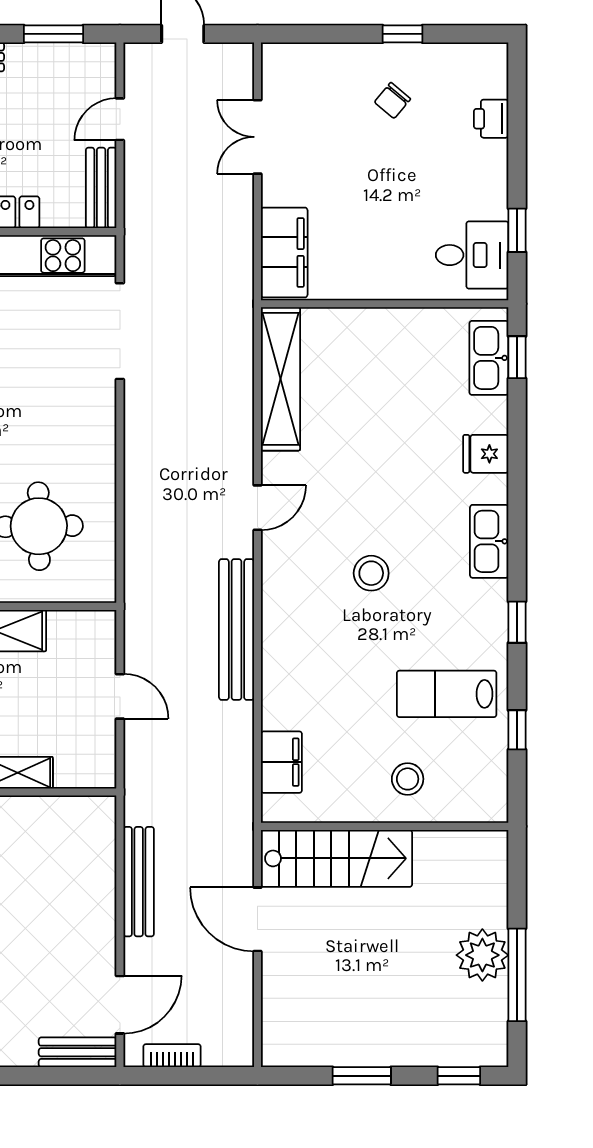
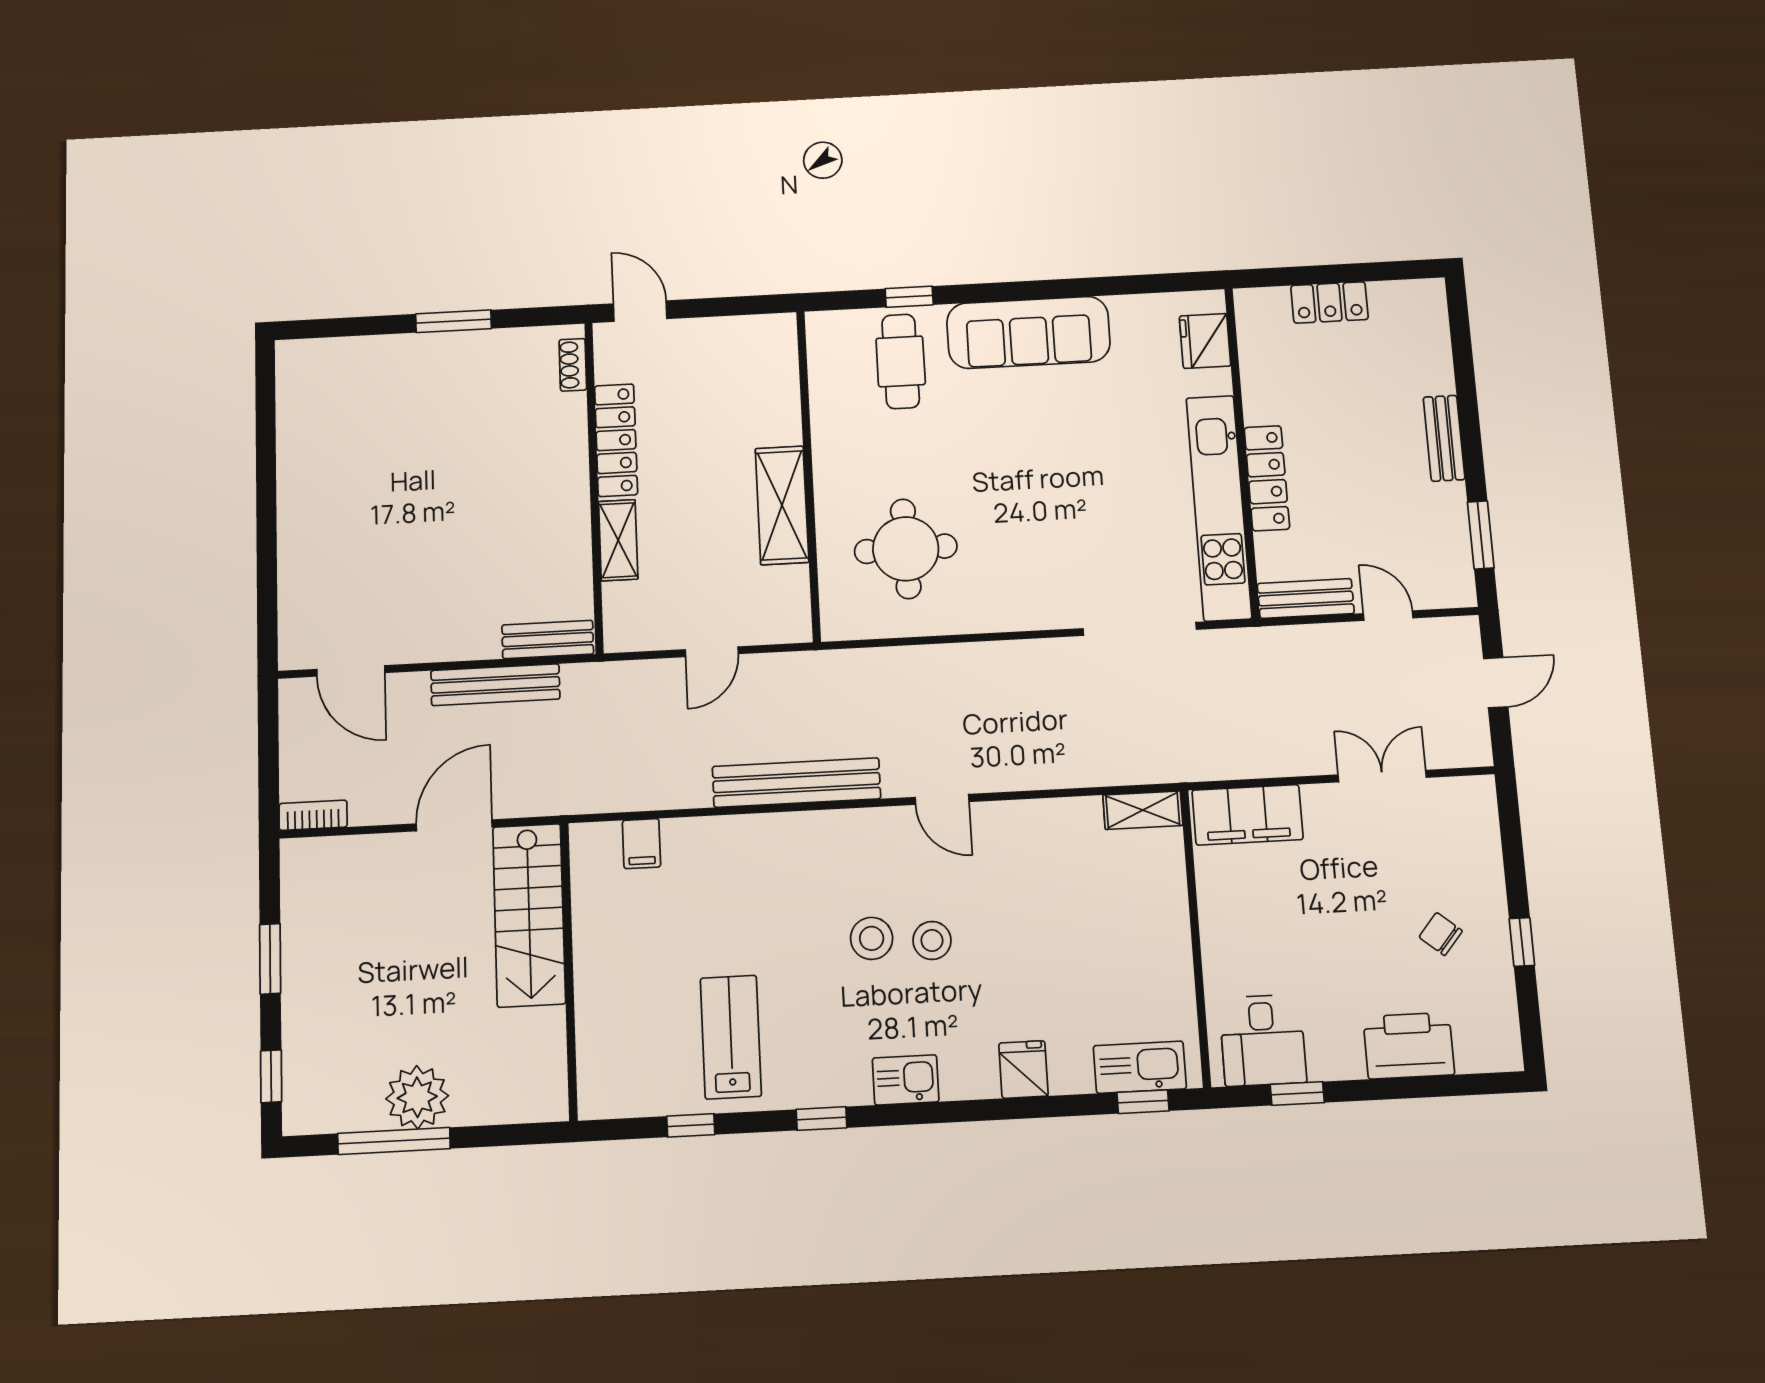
printer: (491, 119) -> (1409, 1046), width x1.87, depth x1.48
shelving: (280, 379) -> (1143, 810), width x0.45, depth x0.75
kitchen sink: (489, 541) -> (906, 1080), width x0.73
filing cabinet: (281, 762) -> (641, 844), width x0.50
stool: (408, 779) -> (932, 940), moved
bench: (78, 1052) -> (548, 639), moved, turned 90
bookcase: (172, 1056) -> (313, 815), moved, turned -90

